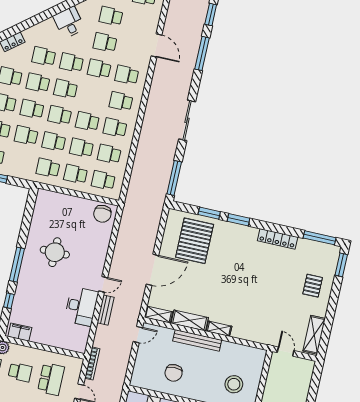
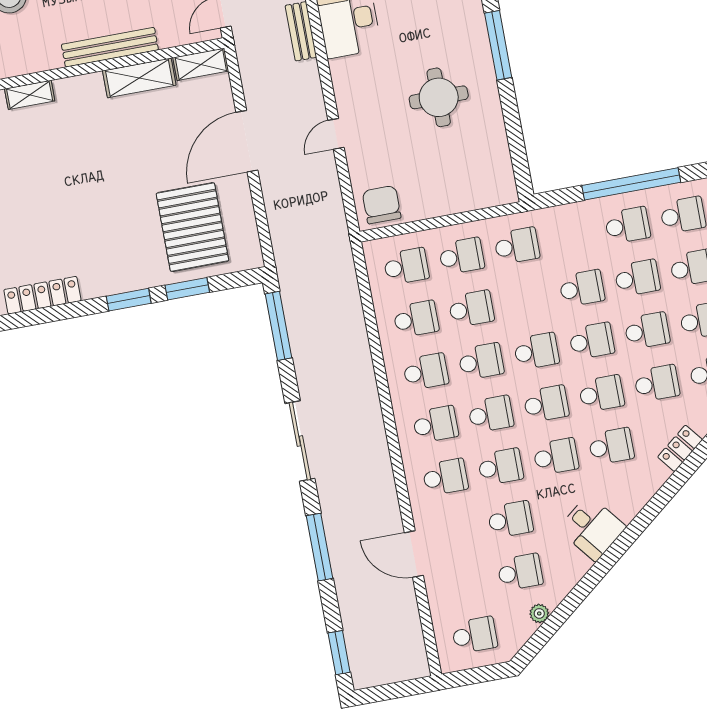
window: (202, 53) -> (320, 547), moved
school desk: (54, 142) -> (491, 414), moved
door: (103, 284) -> (336, 134), moved
shelving: (219, 329) -> (30, 95), moved

